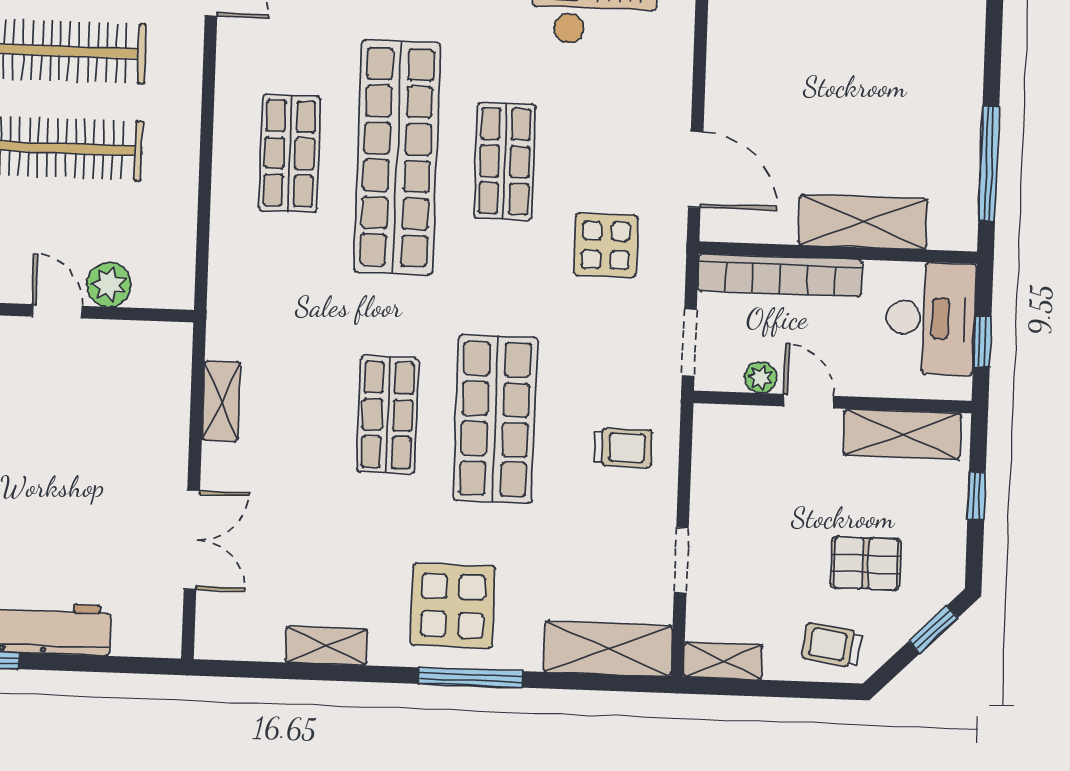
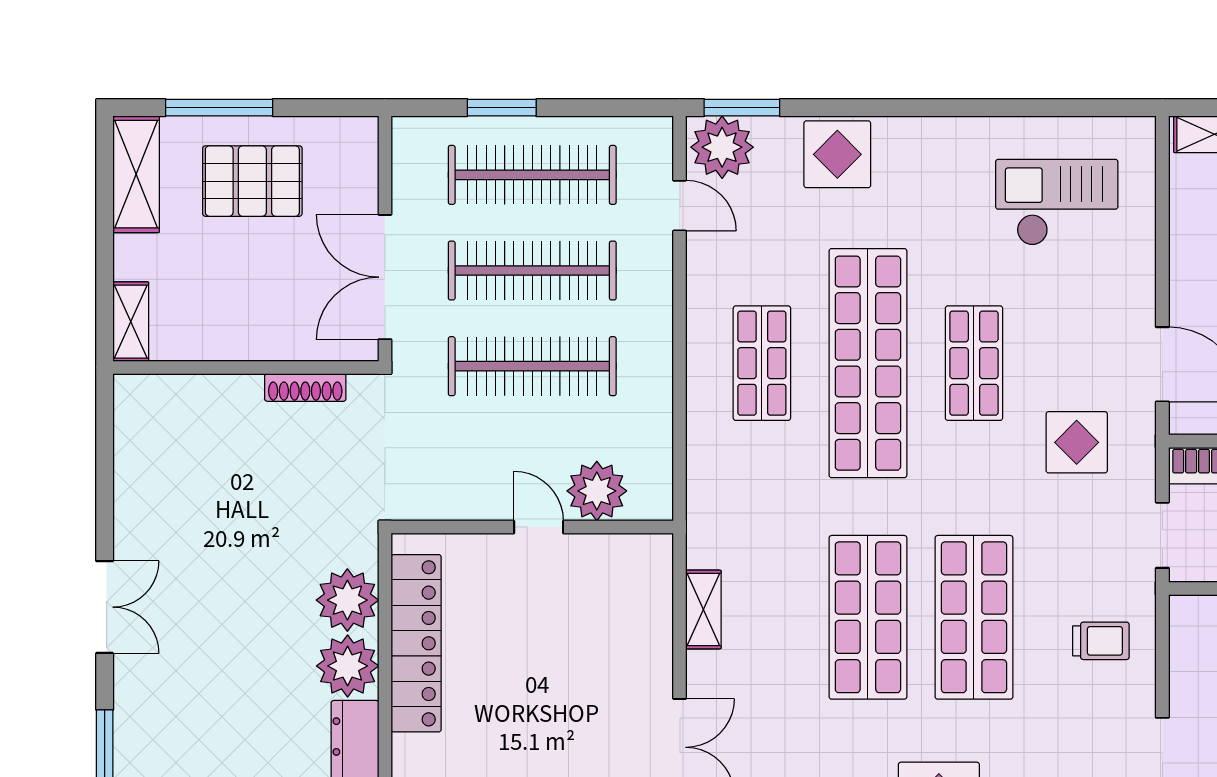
plant: (109, 285) -> (597, 491), width x1.36, depth x1.36
shop shelf: (388, 415) -> (868, 617), width x1.43, depth x1.36

